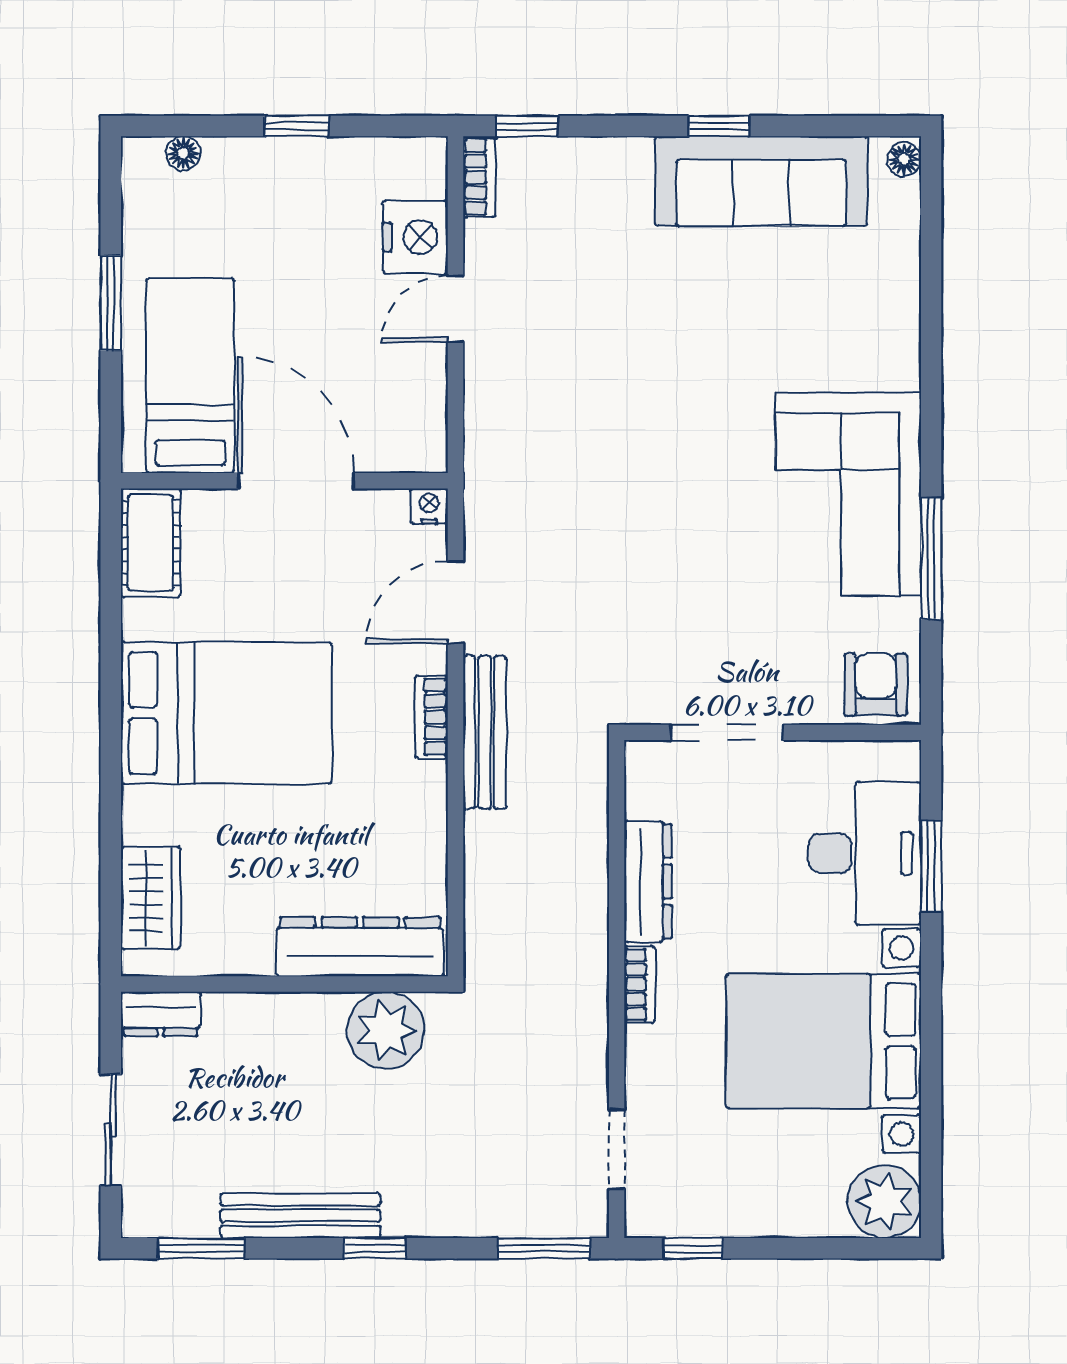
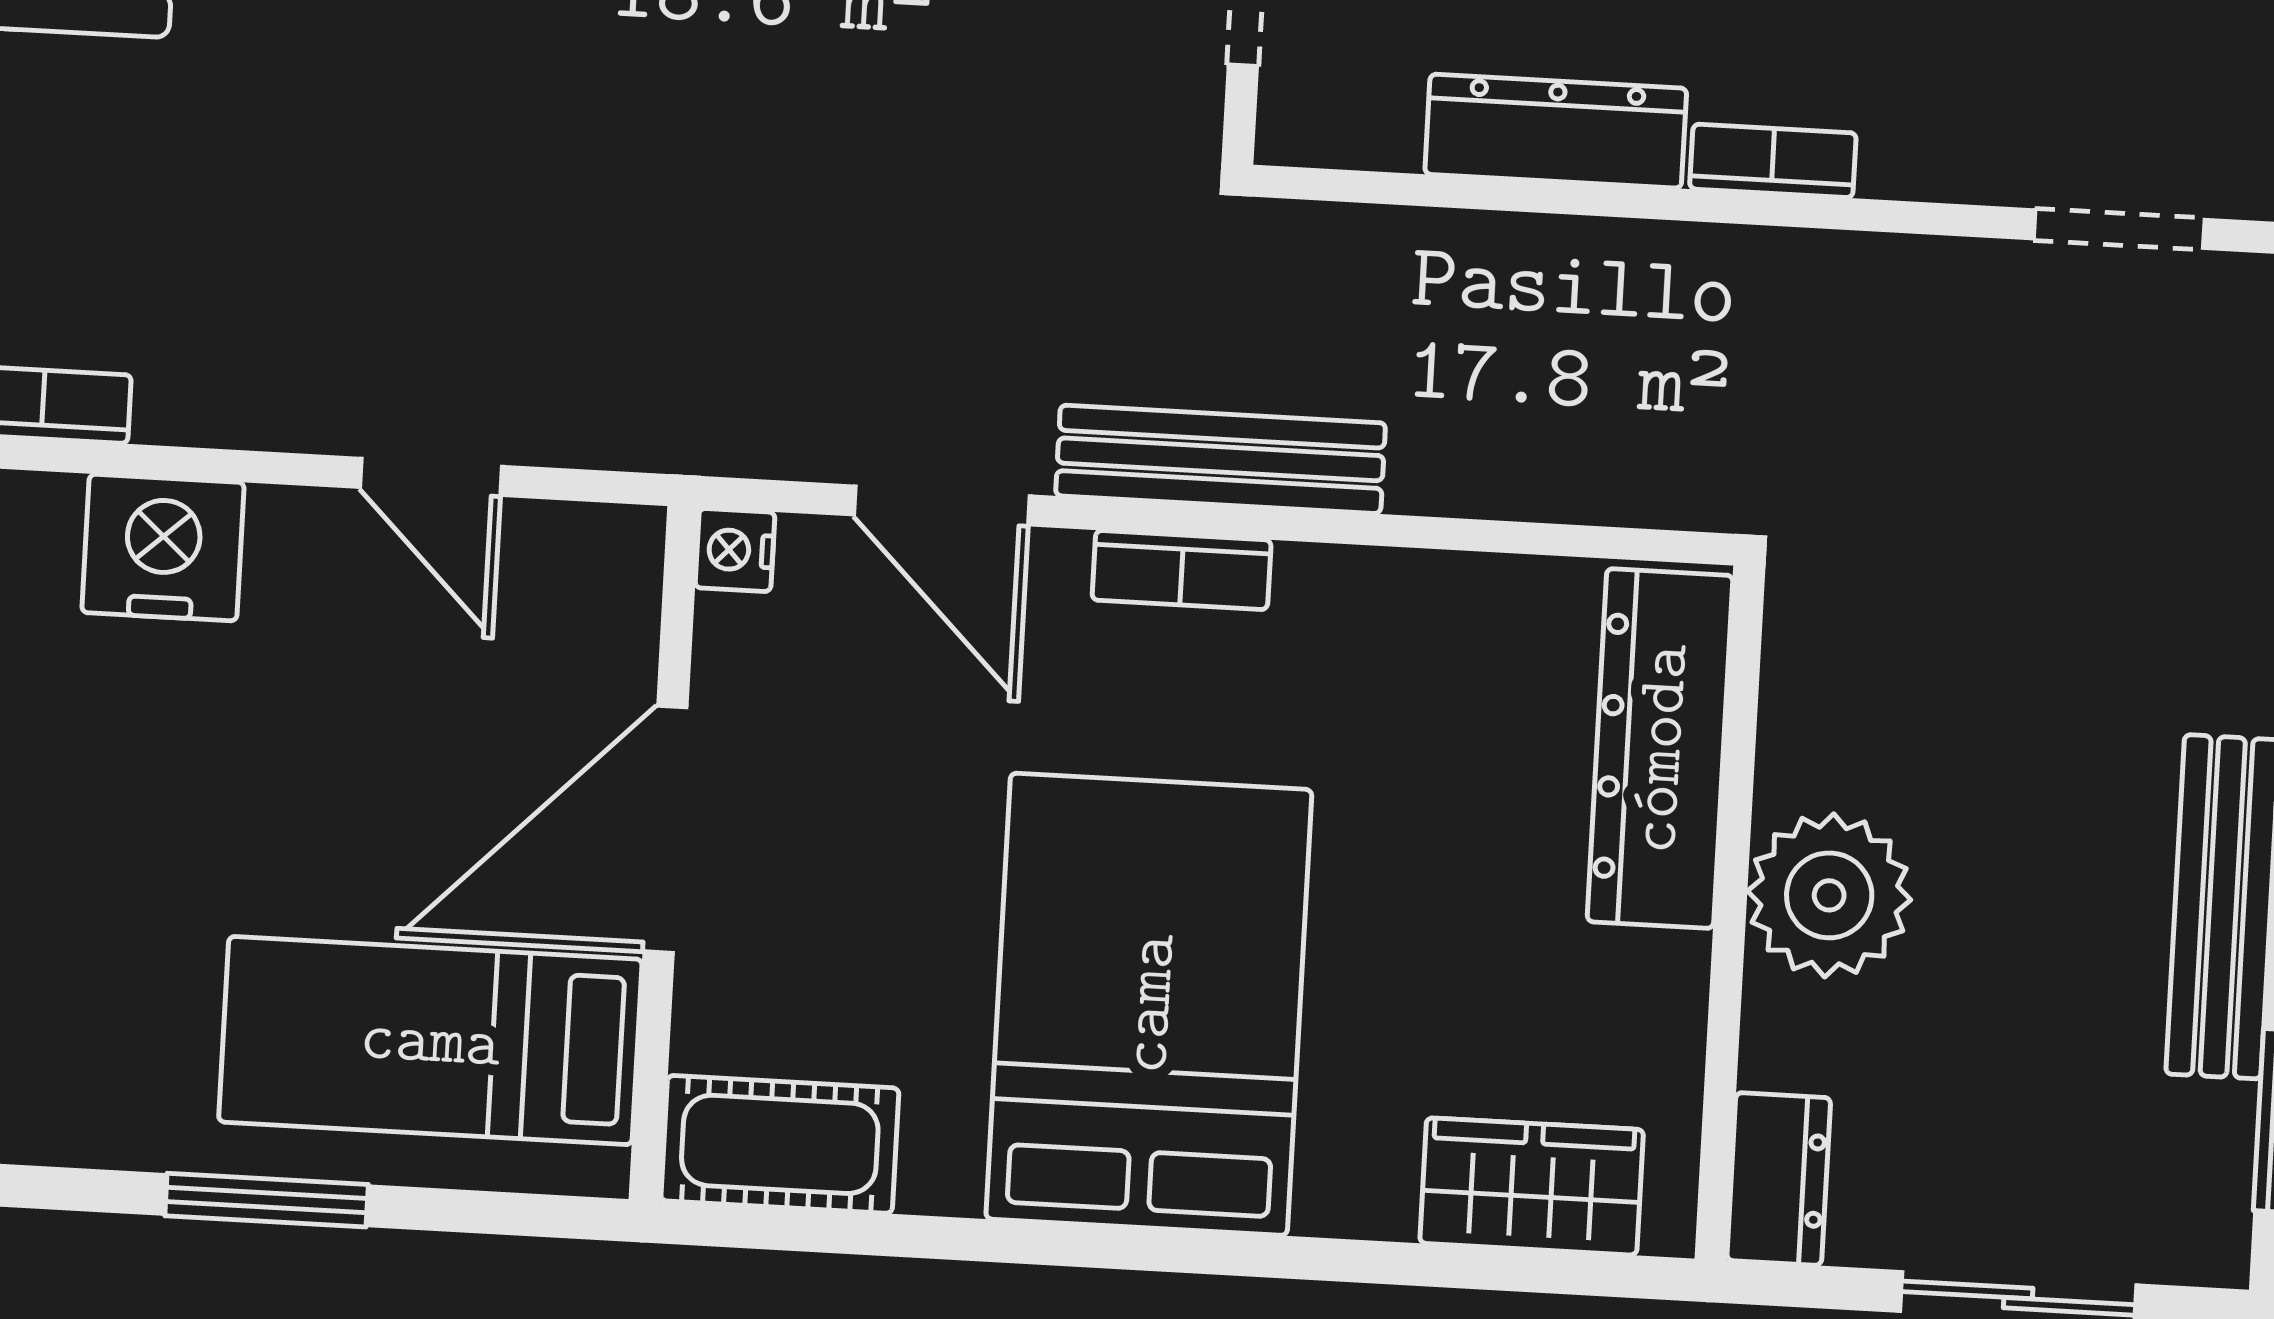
door: (456, 309) -> (431, 477), moved
plant: (386, 1030) -> (1829, 895), moved

